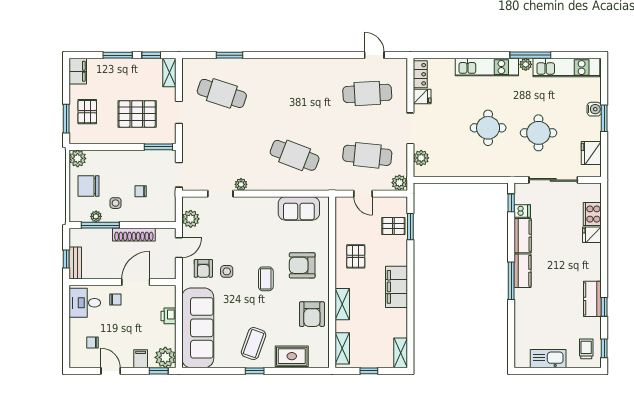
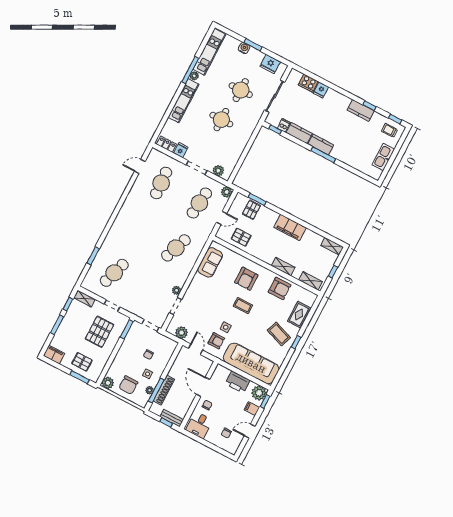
shoe rack: (134, 235) -> (164, 390), moved
pallet: (356, 256) -> (241, 237), moved
printer: (169, 316) -> (238, 382), width x1.87, depth x1.48

